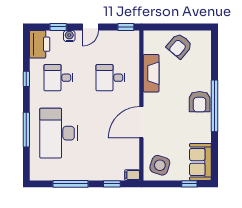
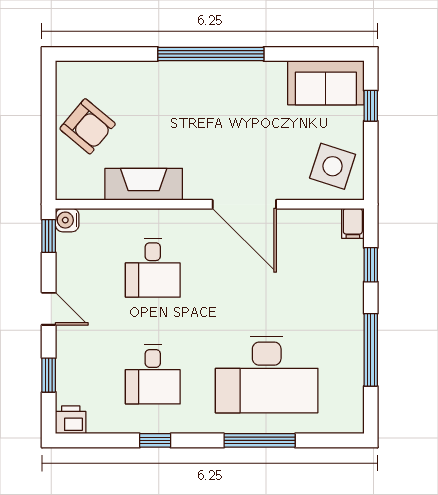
water cooler: (69, 36) -> (67, 220), moved
printer: (40, 44) -> (71, 420), width x0.53, depth x0.68
armchair: (200, 102) -> (202, 85), removed

